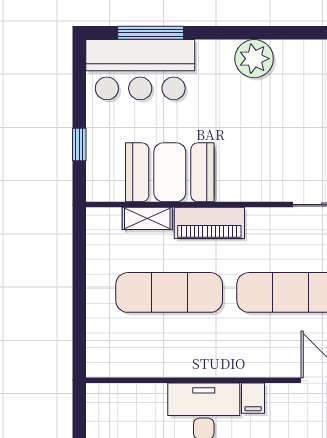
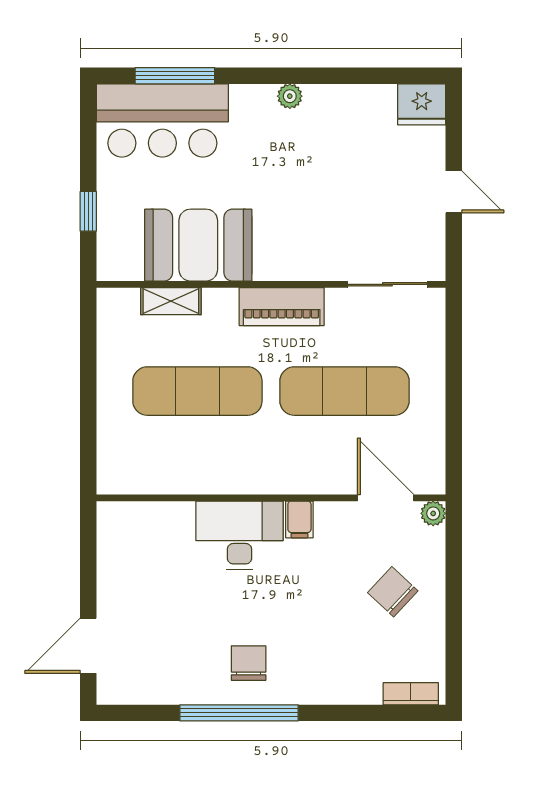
plant: (254, 59) -> (290, 96), width x0.53, depth x0.53
piano: (209, 223) -> (282, 307), moved

